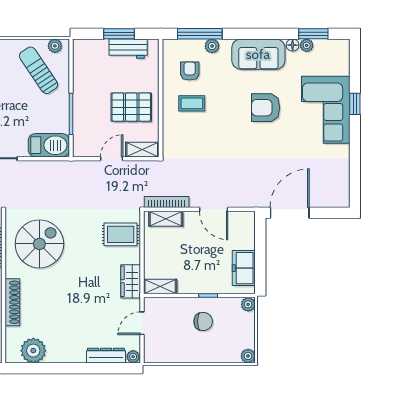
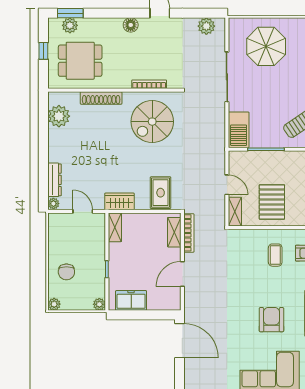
spiral stairs: (39, 244) -> (152, 122), turned 90
chair: (203, 321) -> (66, 272), moved

